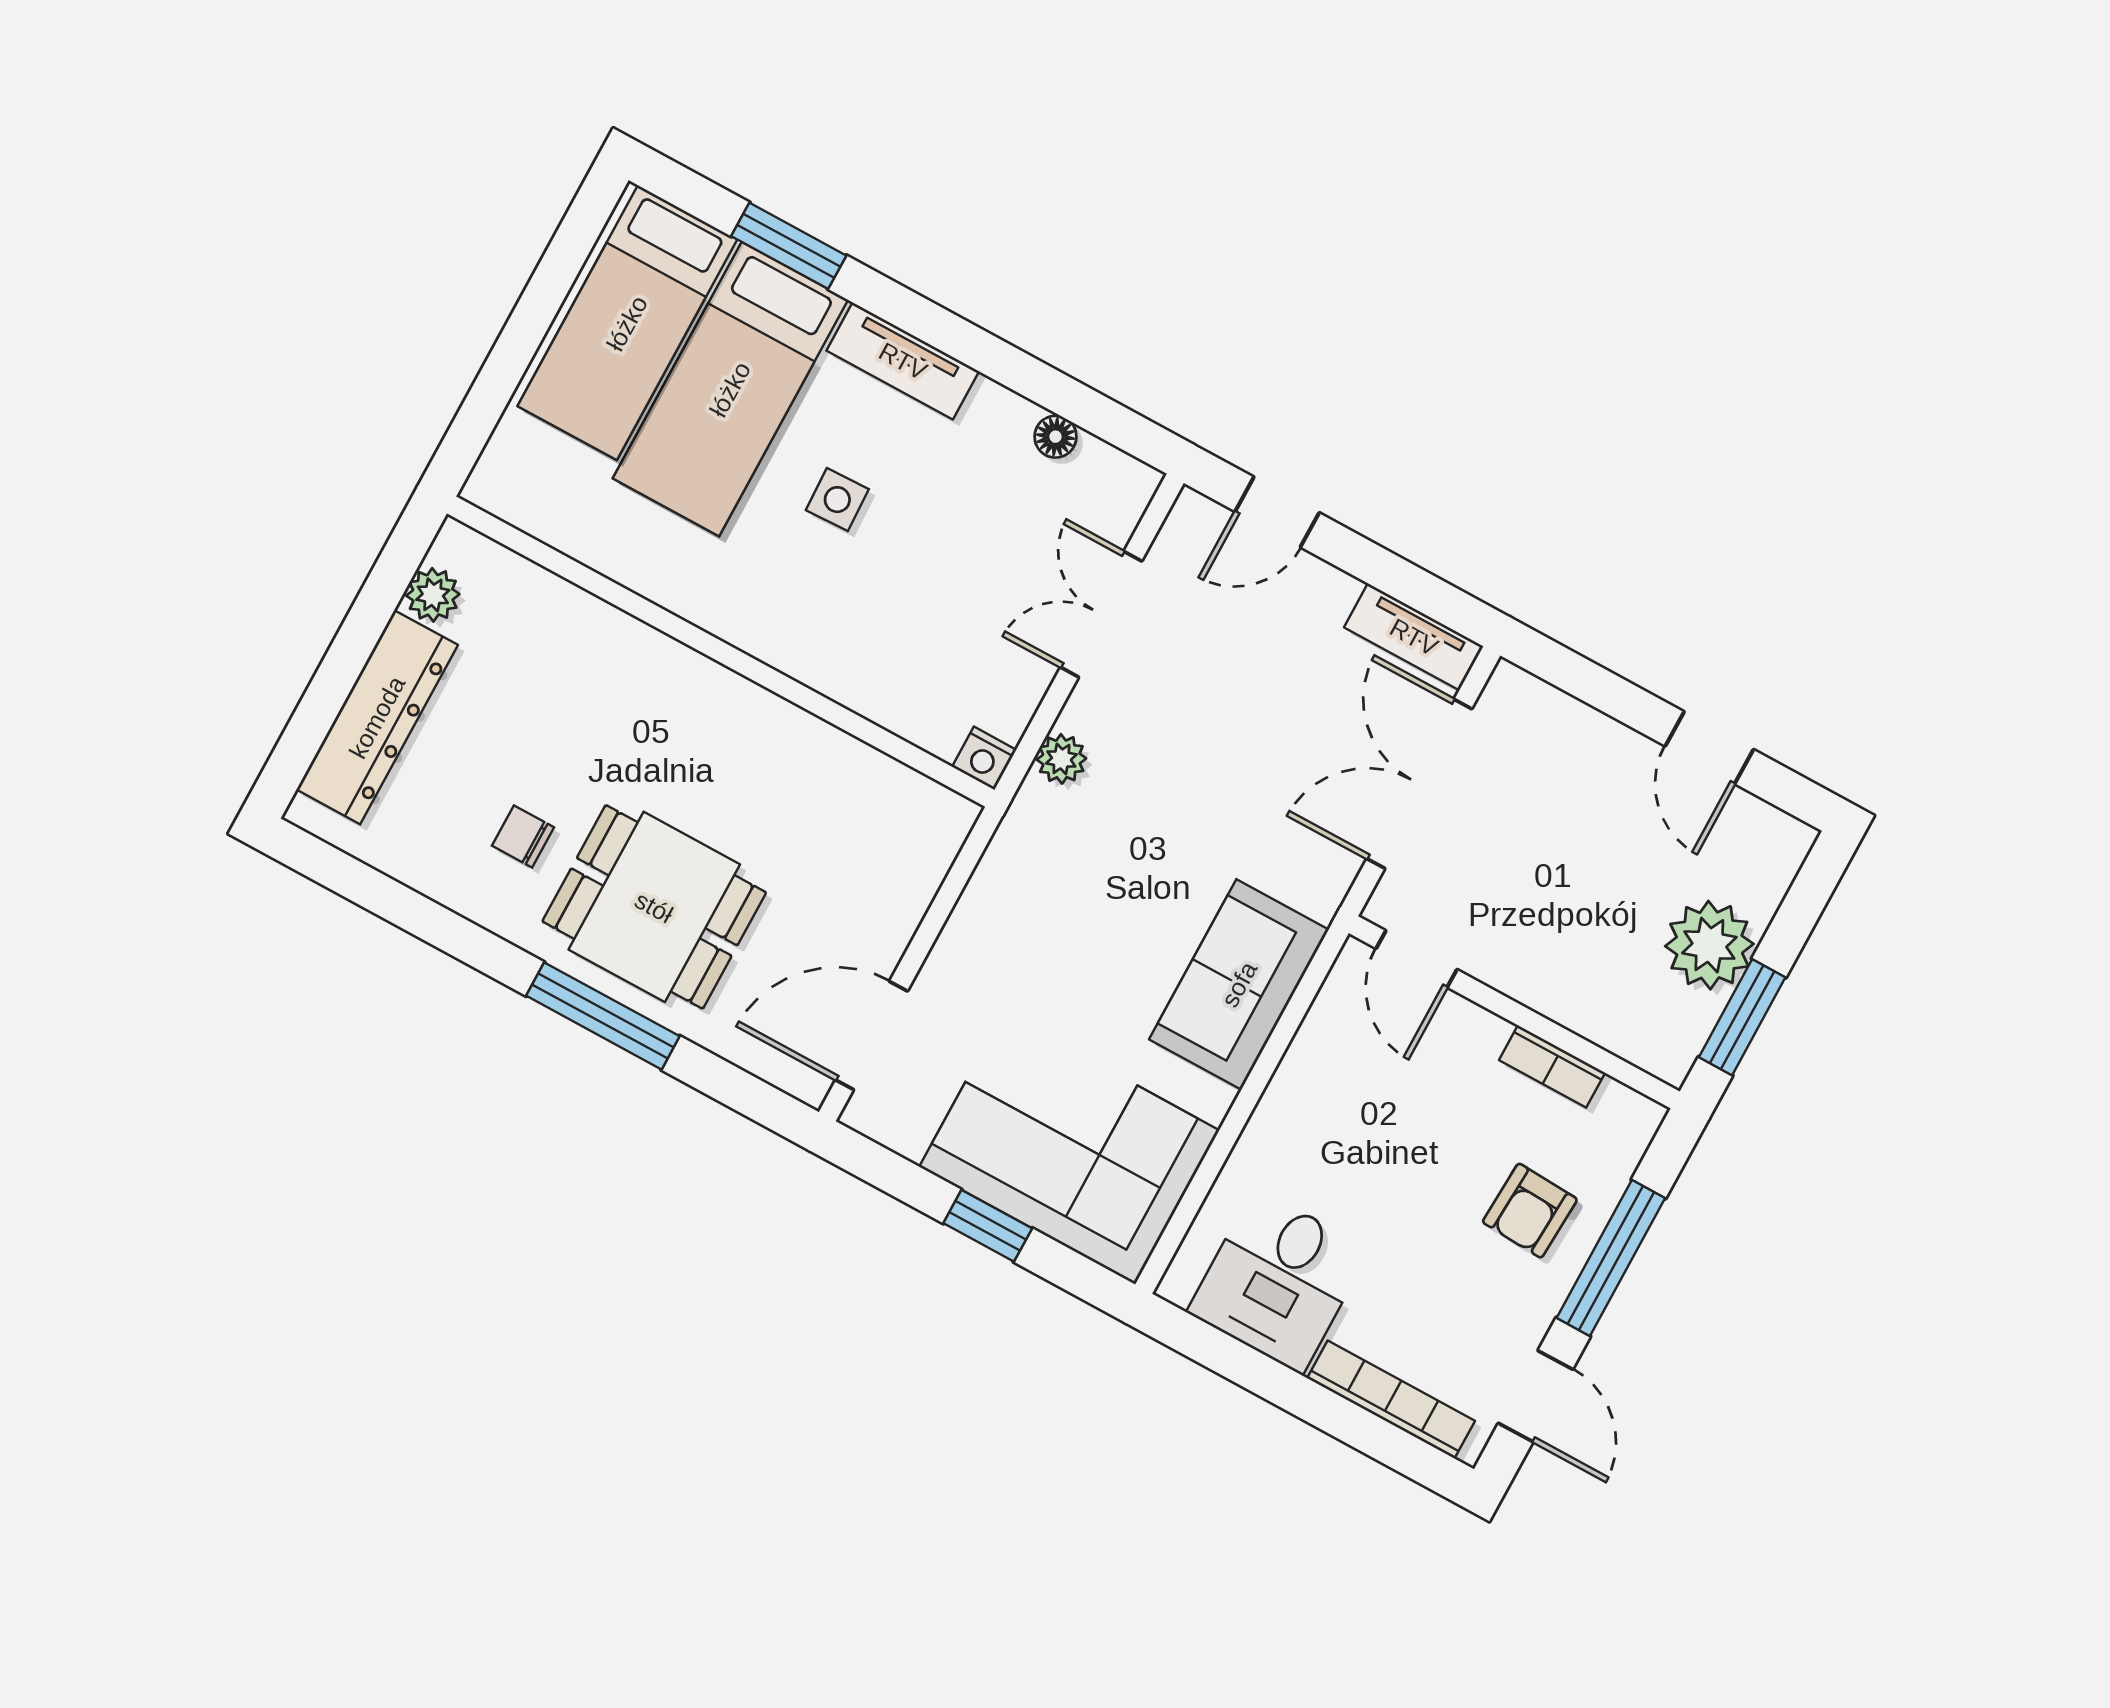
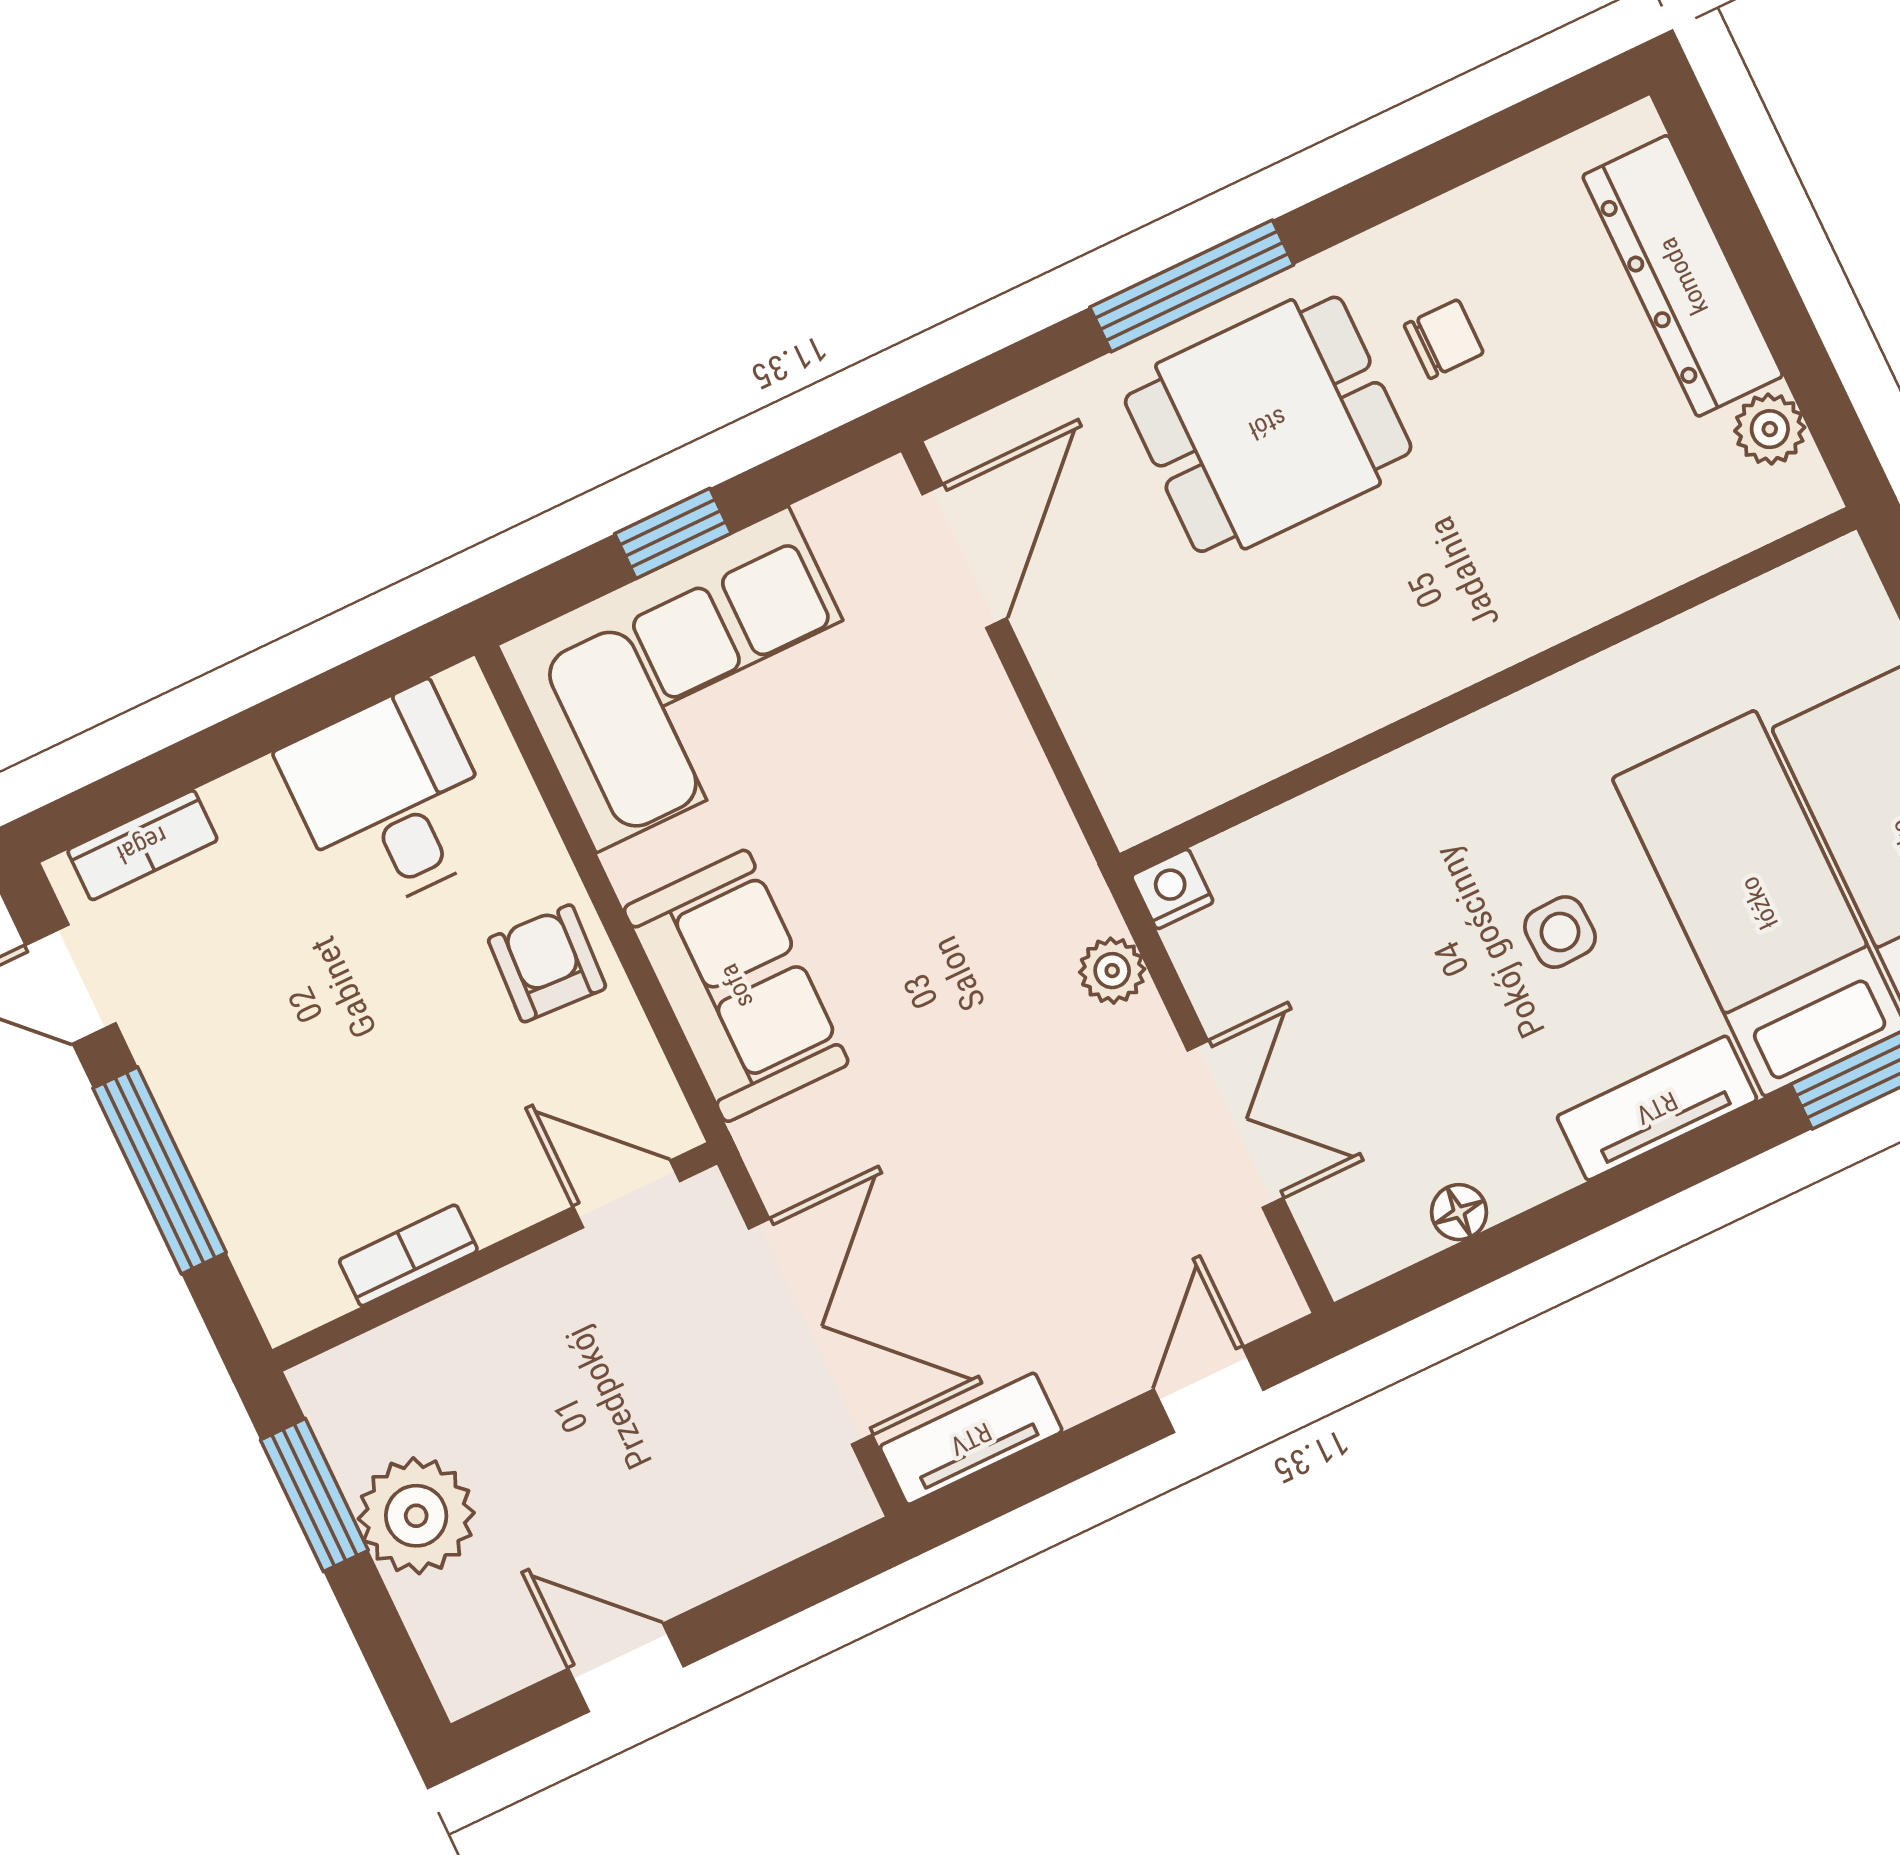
armchair: (1530, 1211) -> (547, 963), moved
bookcase: (1391, 1400) -> (142, 845), width x0.64

